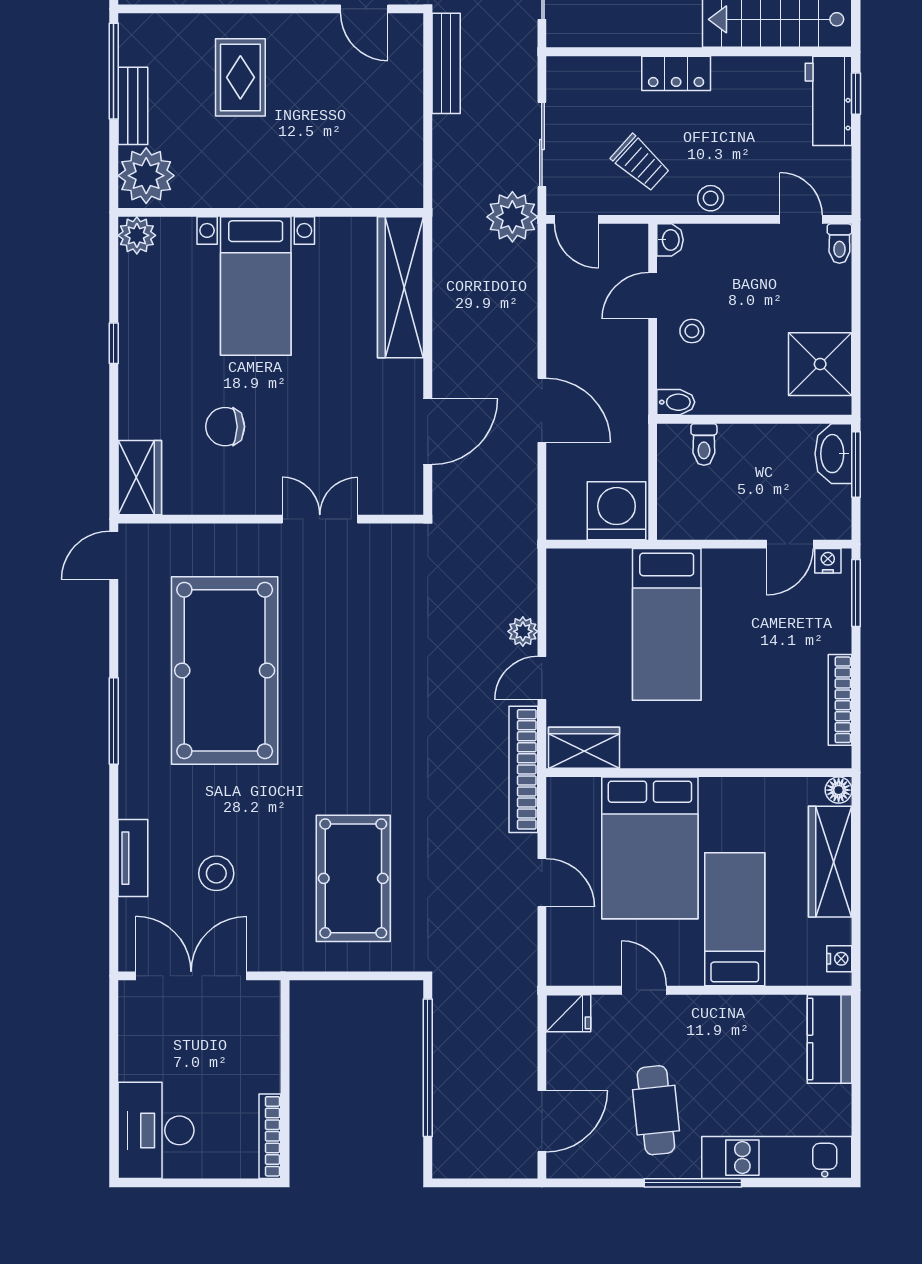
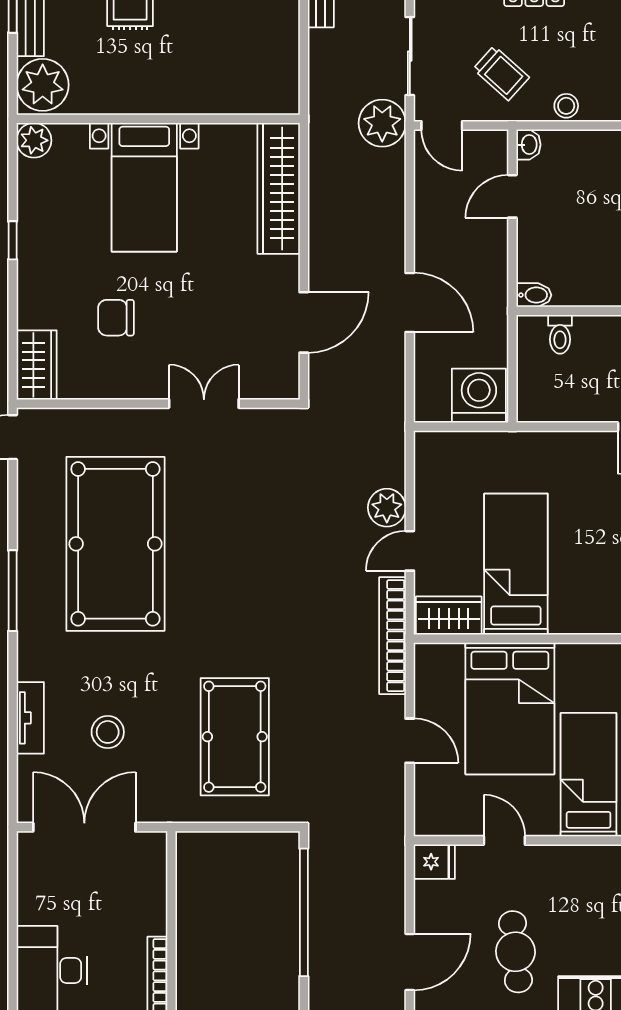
stool: (692, 331) -> (549, 229), removed
bed: (667, 624) -> (516, 564), moved, turned 180
plant: (523, 631) -> (387, 508), width x1.38, depth x1.38

